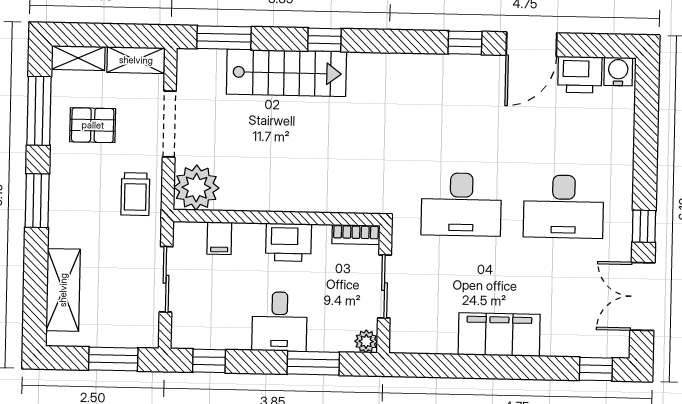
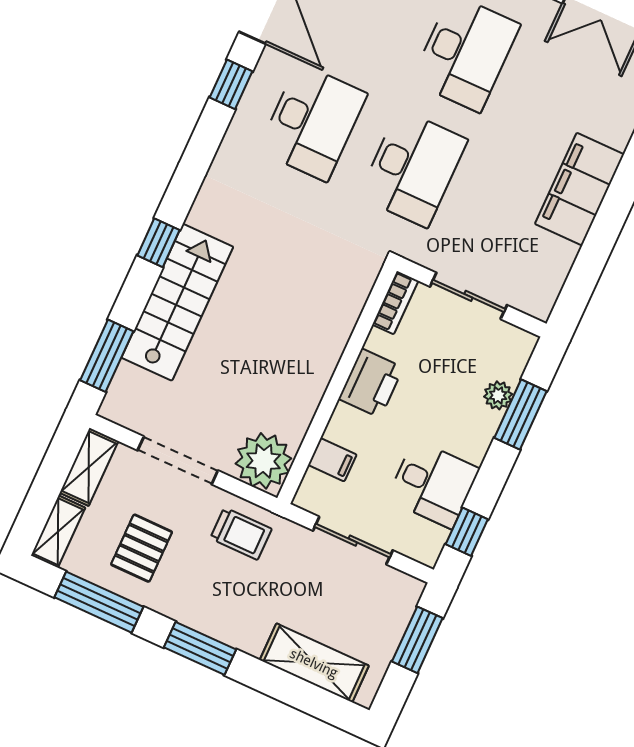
desk: (463, 115) -> (313, 122), added
desk: (280, 322) -> (433, 484), moved
plant: (366, 341) -> (498, 395), moved

